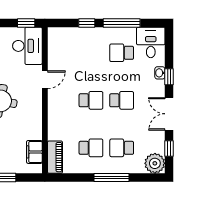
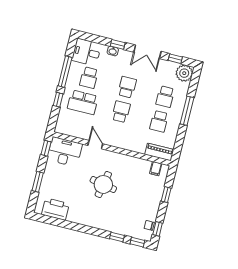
school desk: (91, 53) -> (83, 102), added
school desk: (91, 148) -> (159, 121), turned 180
filing cabinet: (34, 152) -> (156, 169), width x0.50

